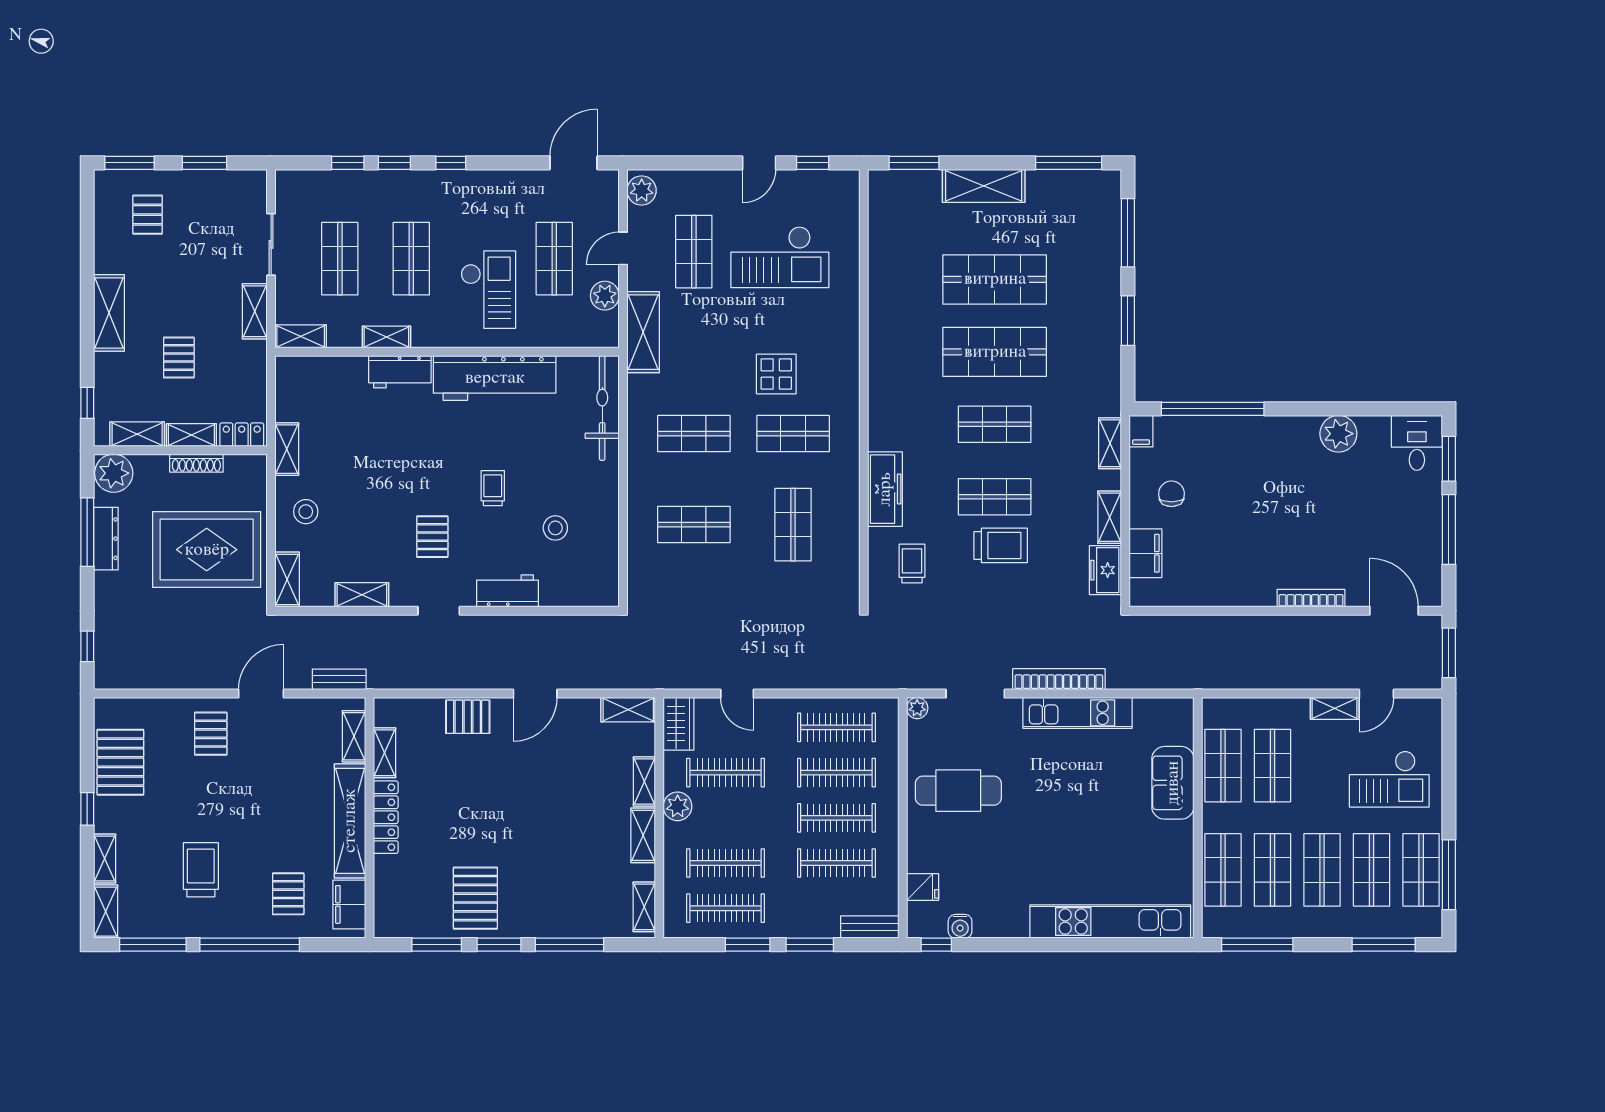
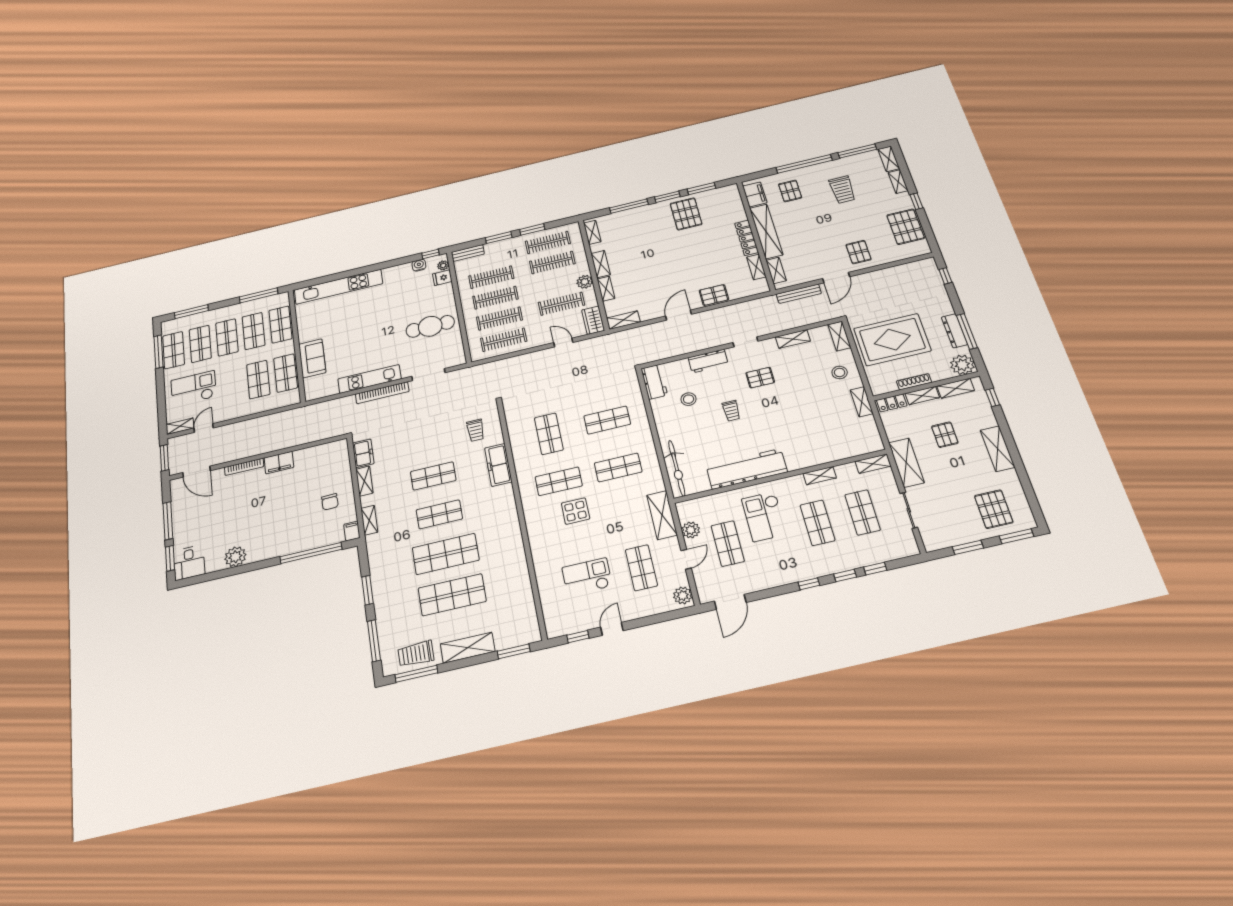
pallet: (148, 215) -> (994, 509), width x1.50, depth x1.42
checkout: (780, 257) -> (587, 577), width x0.73, depth x0.83
shelving: (255, 311) -> (906, 463), width x1.50, depth x1.33
workbench: (400, 372) -> (654, 382), moved, turned 90
pallet: (432, 537) -> (760, 378), turned 90
trolley: (1001, 545) -> (416, 654), moved
filing cabinet: (1145, 553) -> (279, 463), moved, turned -90
bench: (339, 679) -> (799, 294), width x1.36
plant: (917, 708) -> (443, 265), moved
shelving: (1335, 708) -> (180, 426), moved

